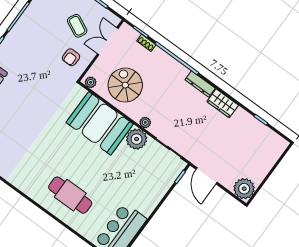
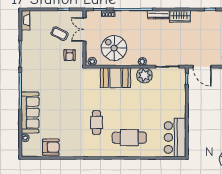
booth: (100, 123) -> (115, 78), width x0.73, depth x0.70
cafe table: (47, 152) -> (97, 123), added

